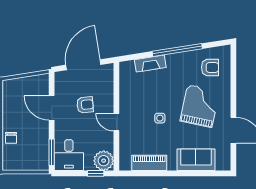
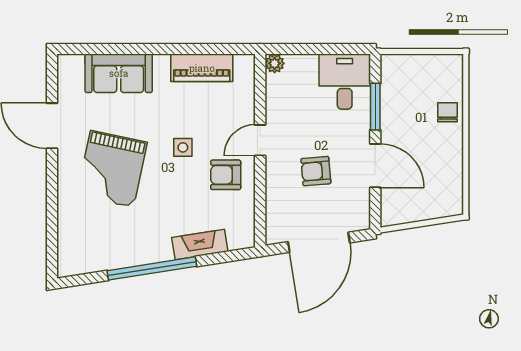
armchair: (210, 67) -> (226, 175), moved
door: (116, 122) -> (260, 140), swing flipped
window: (52, 152) -> (375, 107), moved
plant: (104, 161) -> (275, 63), width x0.53, depth x0.53
window: (96, 173) -> (297, 49), removed

